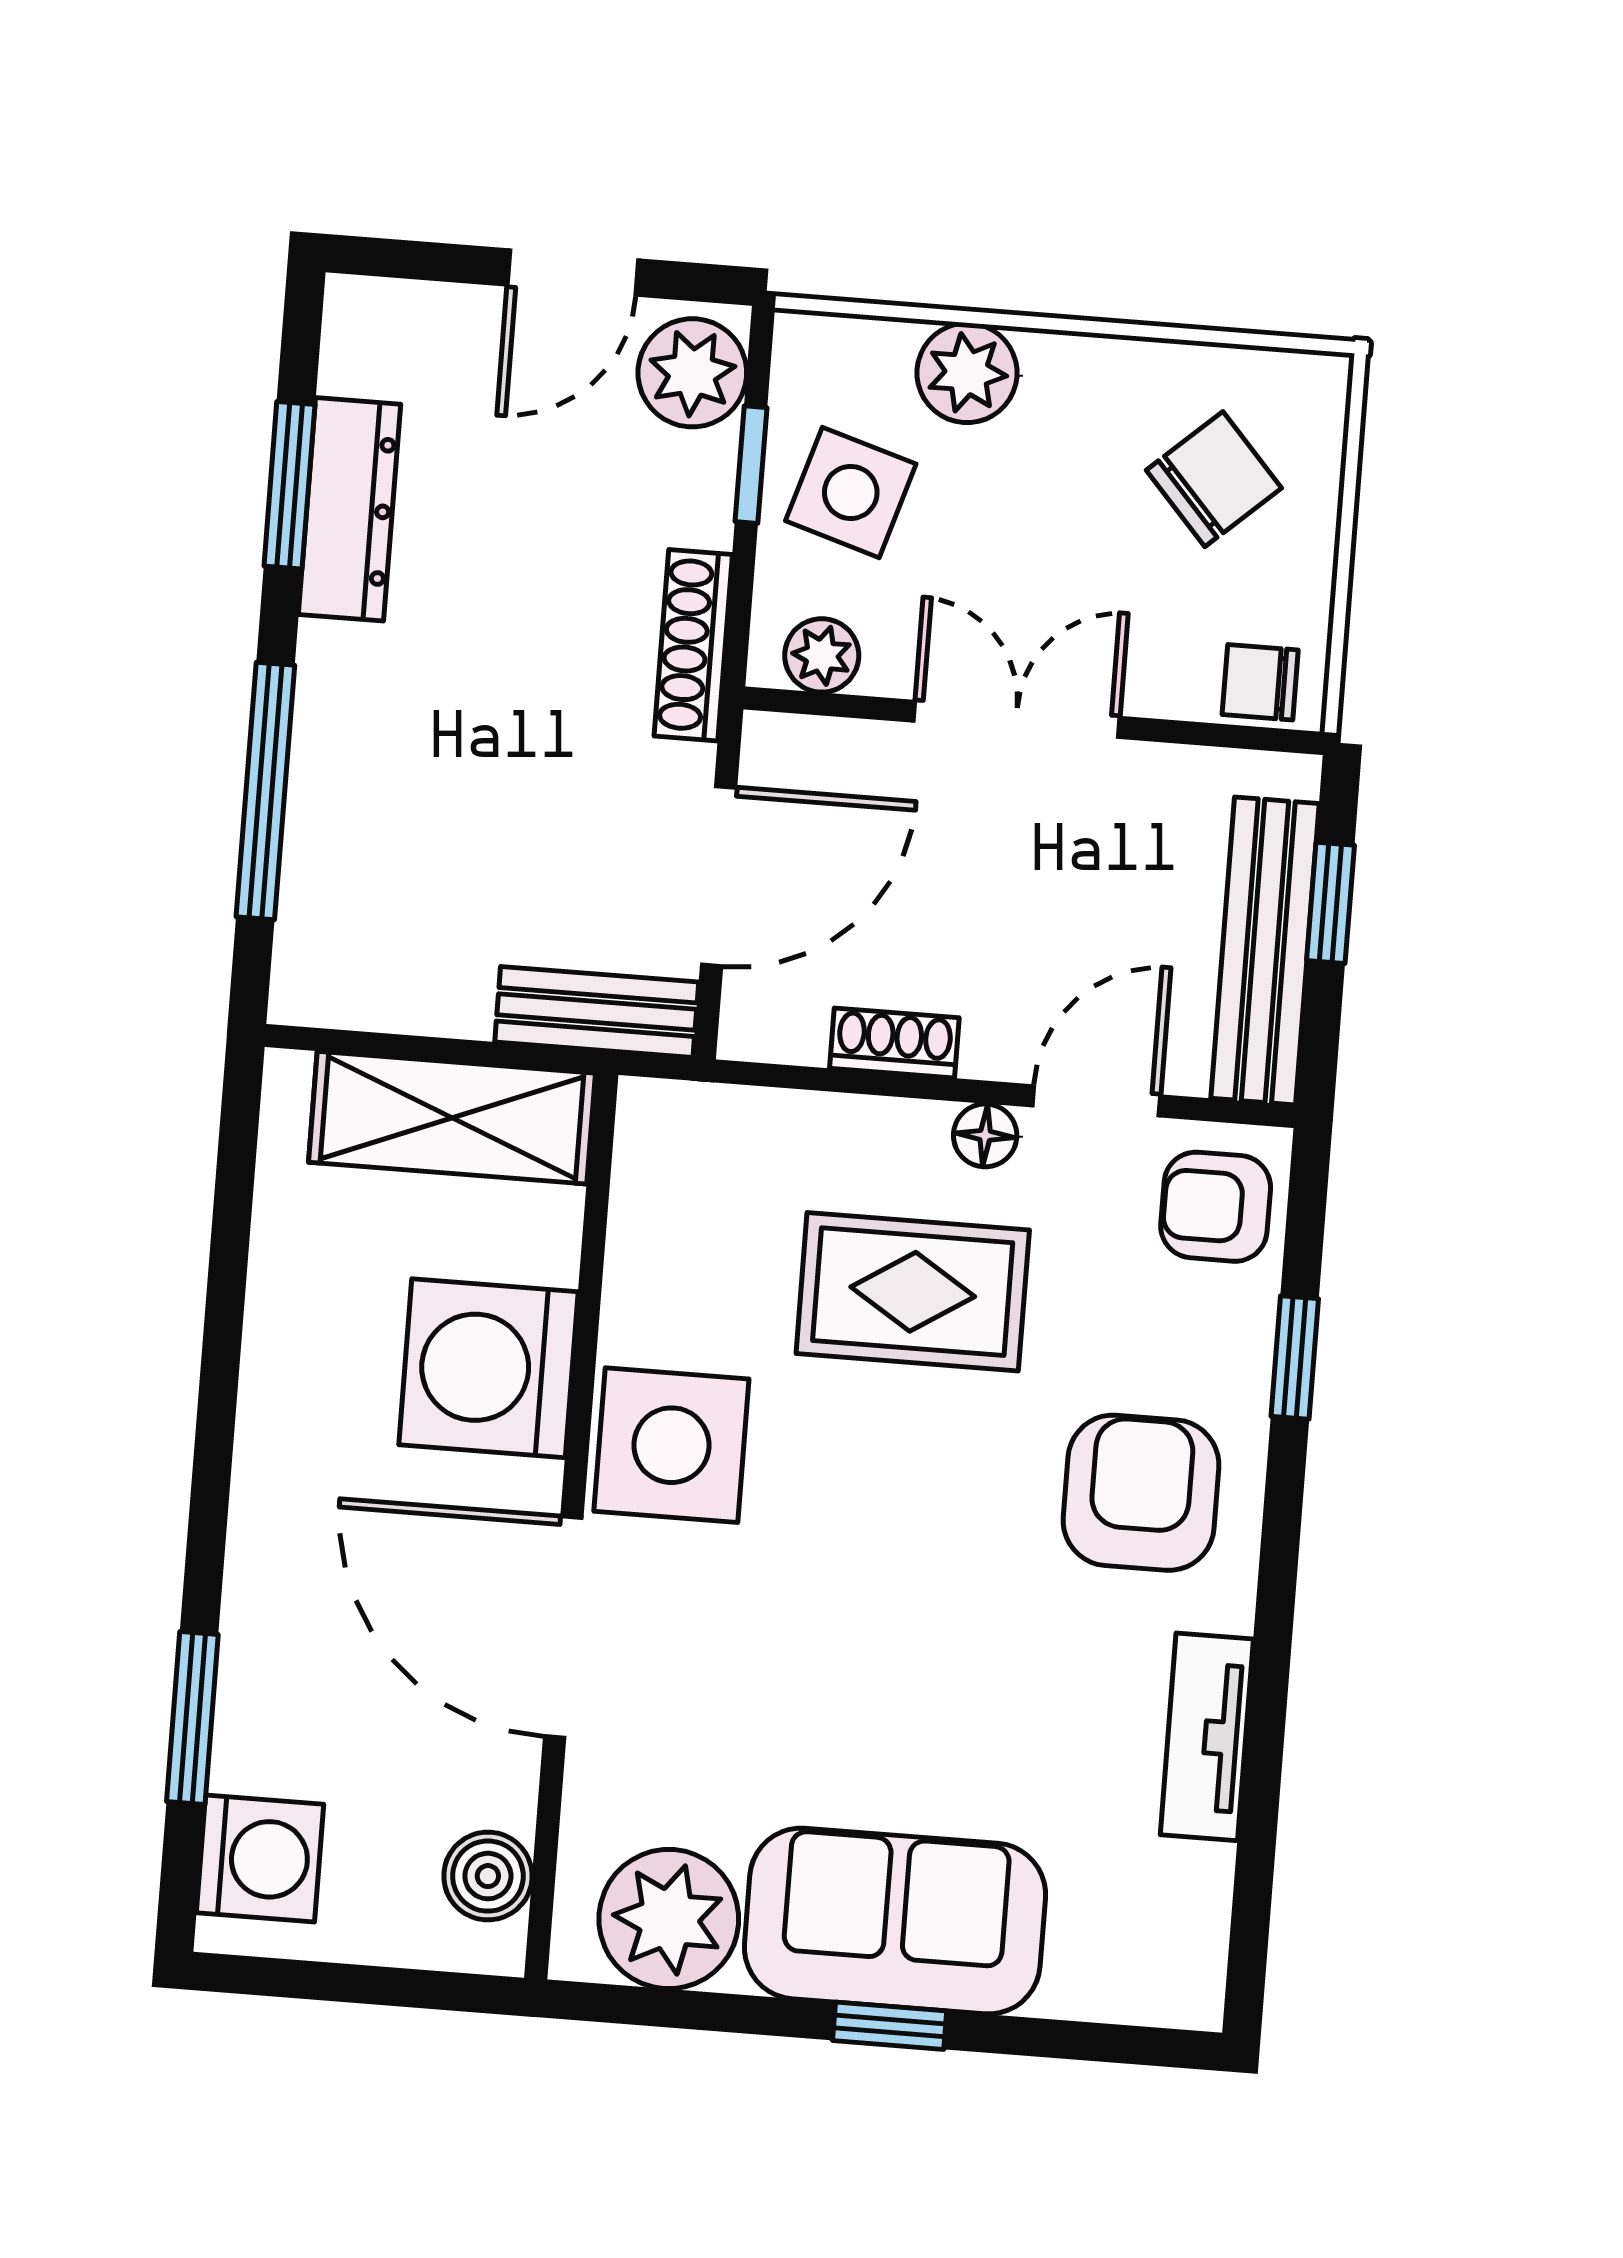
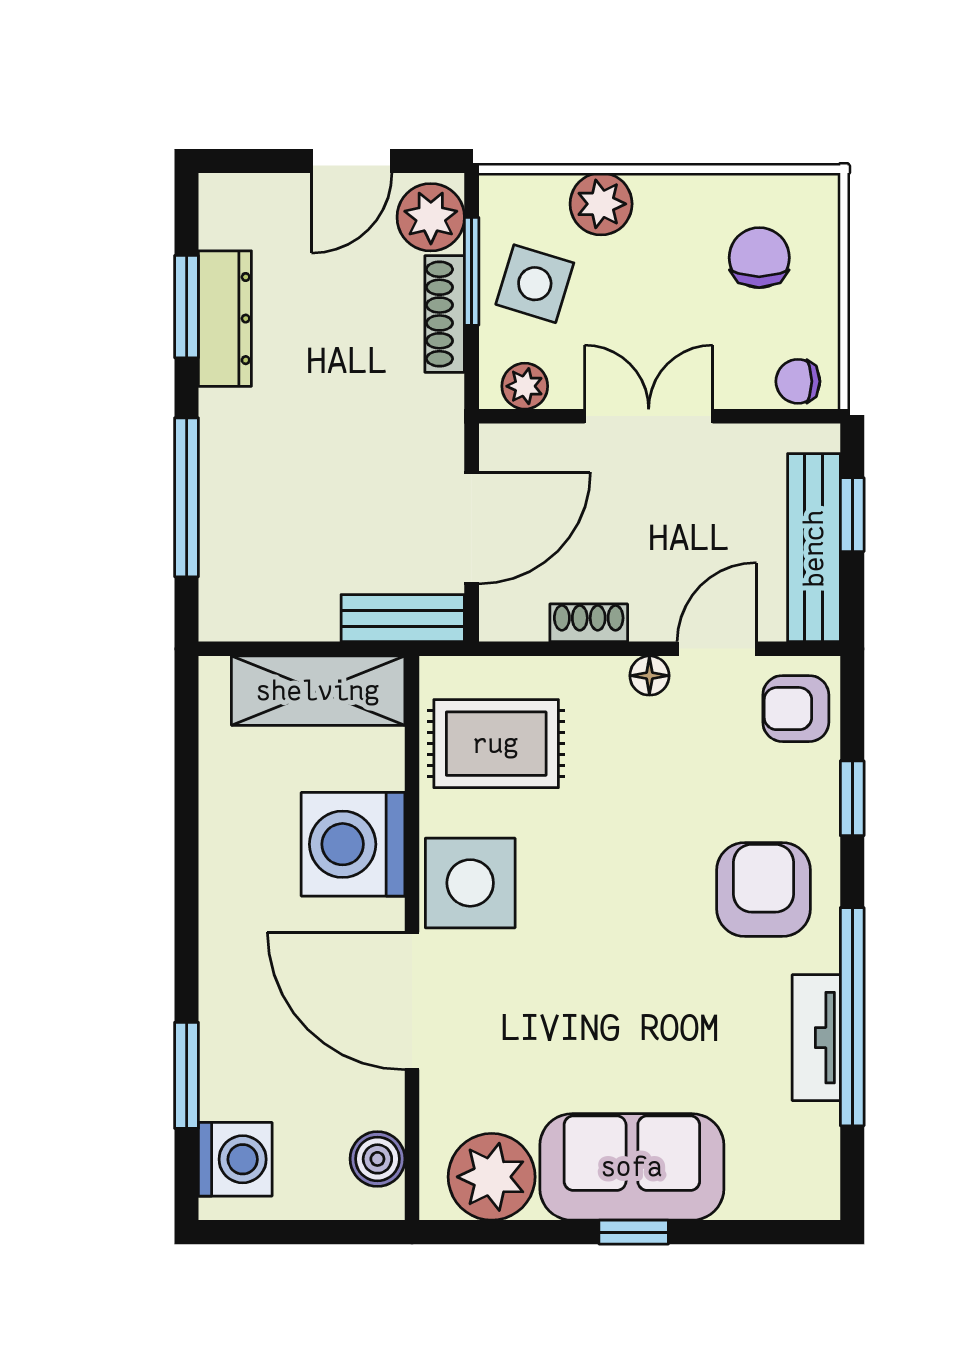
window: (751, 465) -> (472, 271), width x1.50
chair: (1214, 479) -> (759, 258), turned -48
shoe rack: (693, 645) -> (445, 314), moved
rug: (913, 1292) -> (496, 744), moved
window: (1267, 1708) -> (852, 1017), added

